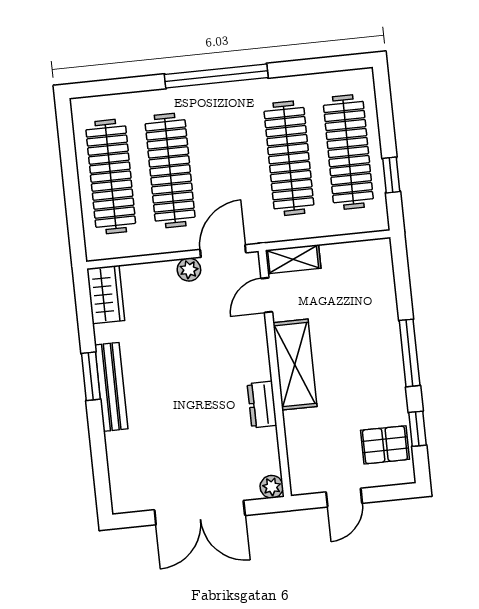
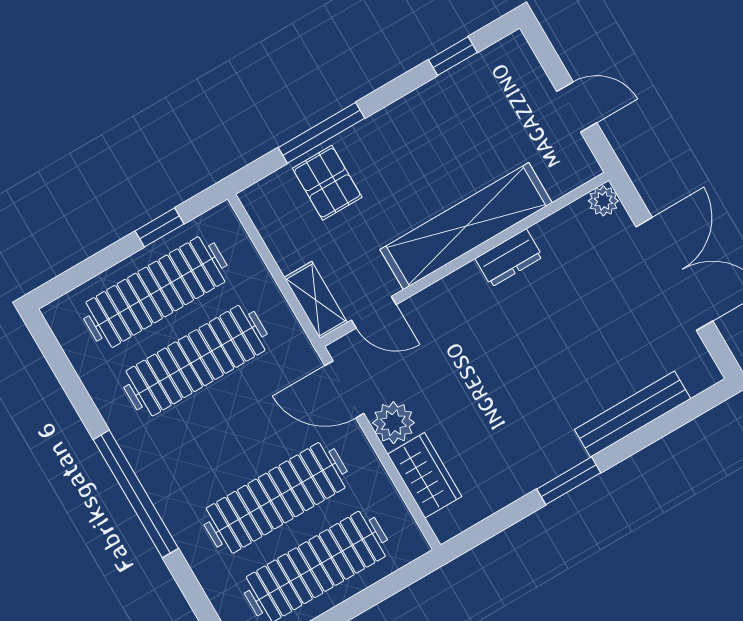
plant: (189, 270) -> (393, 423), width x1.38, depth x1.38
wardrobe: (106, 295) -> (425, 475), moved, turned 90
window: (410, 353) -> (322, 133), moved
shelving: (295, 365) -> (466, 226), width x1.47
bench: (111, 387) -> (633, 414), moved
pallet: (385, 445) -> (327, 183), moved

